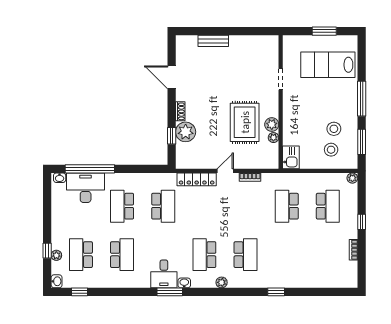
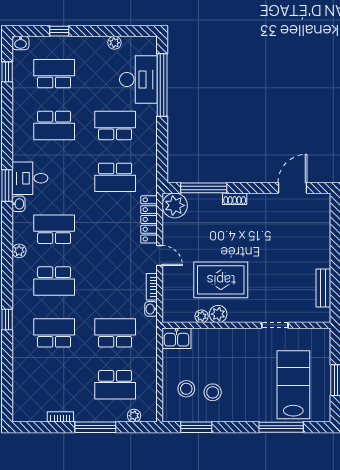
bench: (213, 41) -> (323, 288), moved
door: (172, 77) -> (292, 188), moved
window: (362, 99) -> (281, 427), moved
plant: (186, 132) -> (175, 205), moved
window: (172, 136) -> (204, 188), width x2.17
washbasin: (60, 178) -> (151, 309), moved
plant: (352, 178) -> (134, 416), moved
window: (362, 222) -> (95, 427), width x2.17
plant: (56, 255) -> (115, 43), moved
school desk: (287, 255) -> (54, 333), added

